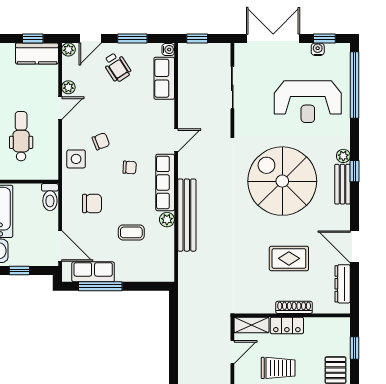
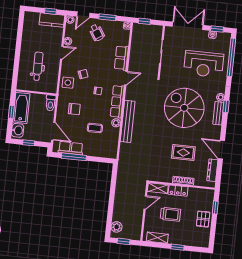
row of seats: (164, 78) -> (121, 58), moved

